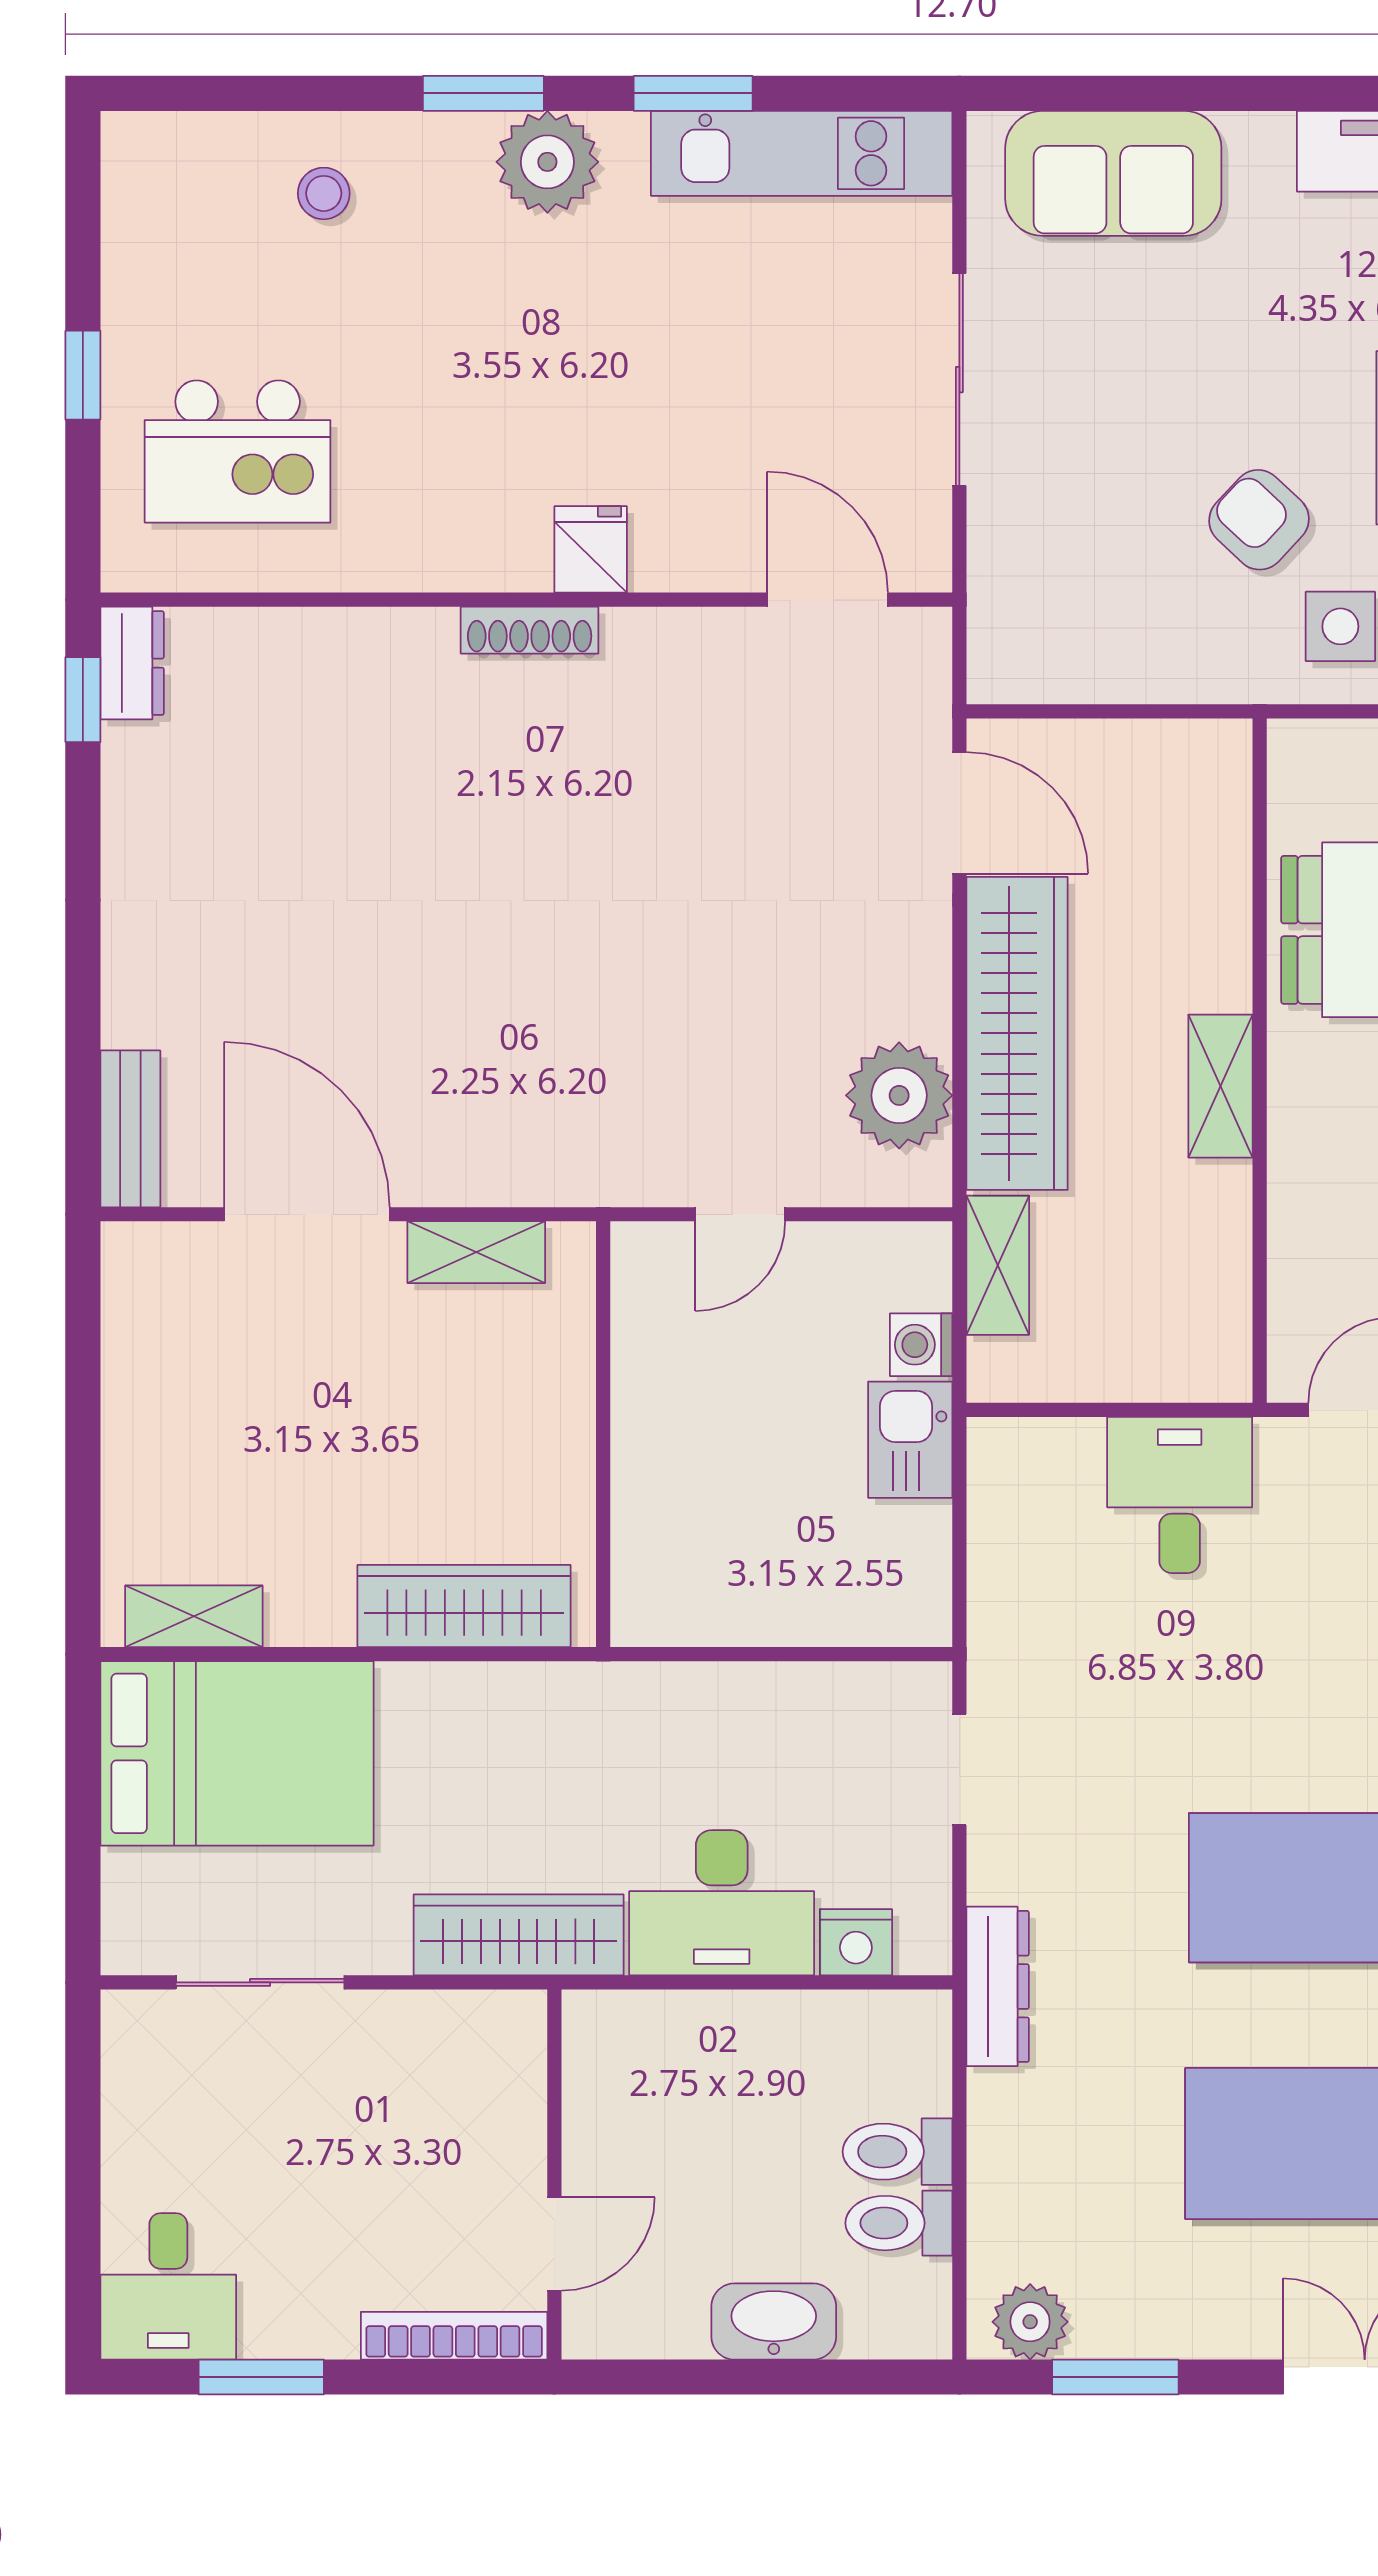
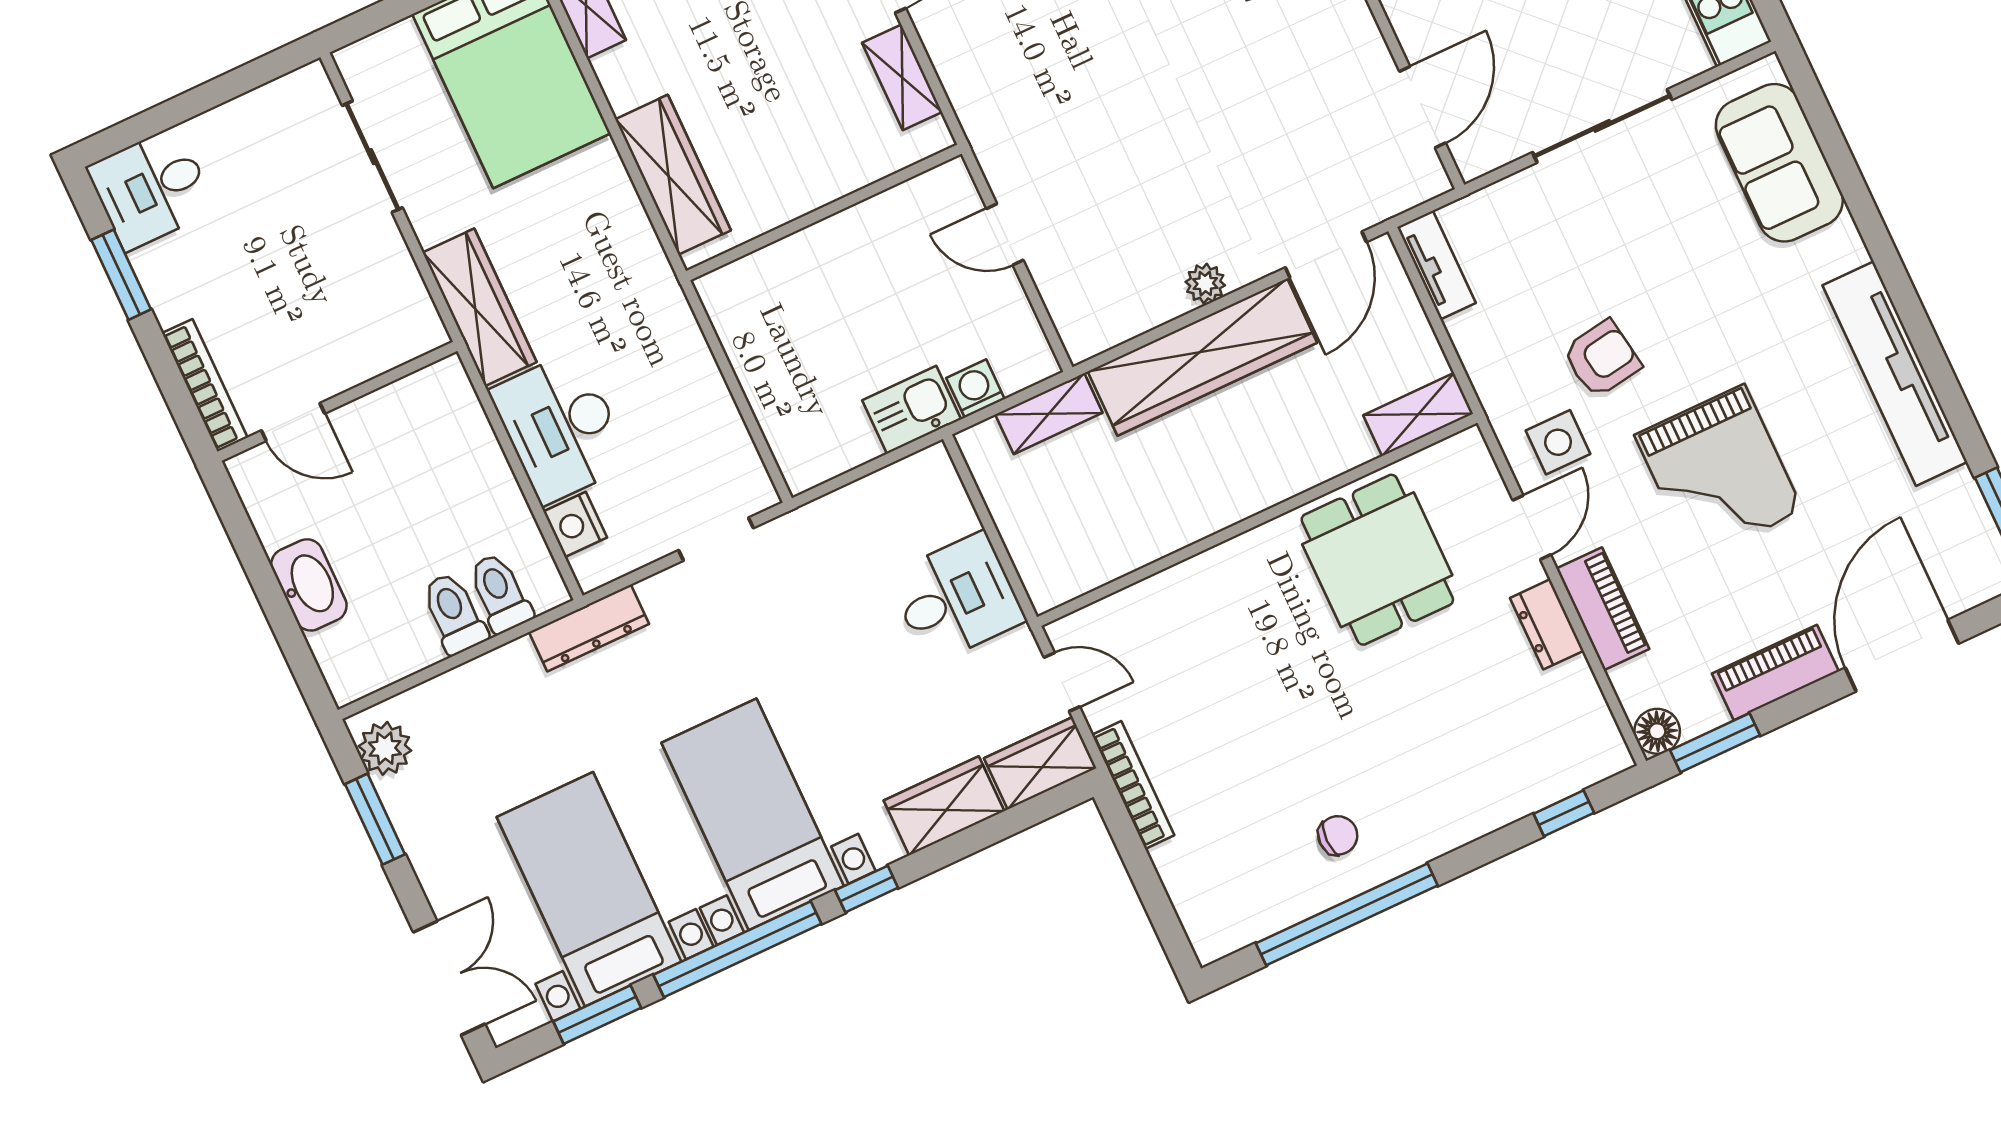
armchair: (1259, 520) -> (1602, 359), turned 38
tv unit: (1039, 677) -> (1436, 265), added
shelving: (1221, 1086) -> (1418, 414), moved
plant: (899, 1095) -> (1205, 284), moved, width x0.53, depth x0.53
toilet: (899, 2223) -> (500, 593), moved

